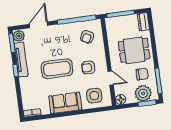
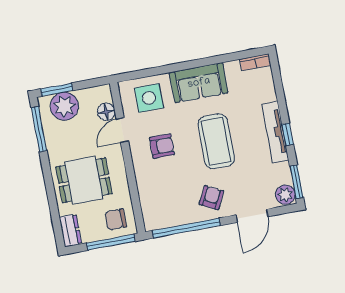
armchair: (87, 37) -> (211, 198), moved
tv unit: (21, 60) -> (275, 132), moved
coffee table: (57, 69) -> (216, 141), turned 90
chair: (142, 74) -> (116, 219), moved
door: (111, 78) -> (122, 130), hinge flipped
floor lamp: (121, 99) -> (106, 112), moved

